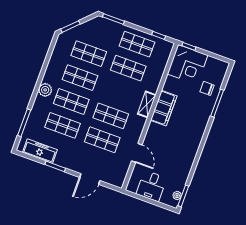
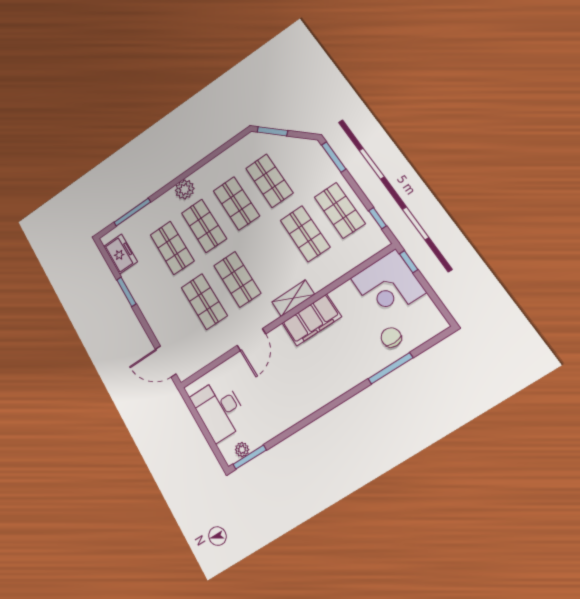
freezer: (40, 151) -> (120, 254), width x0.71
door: (137, 153) -> (251, 340), moved
door: (90, 179) -> (166, 361), moved
desk: (151, 186) -> (219, 410), width x1.37

